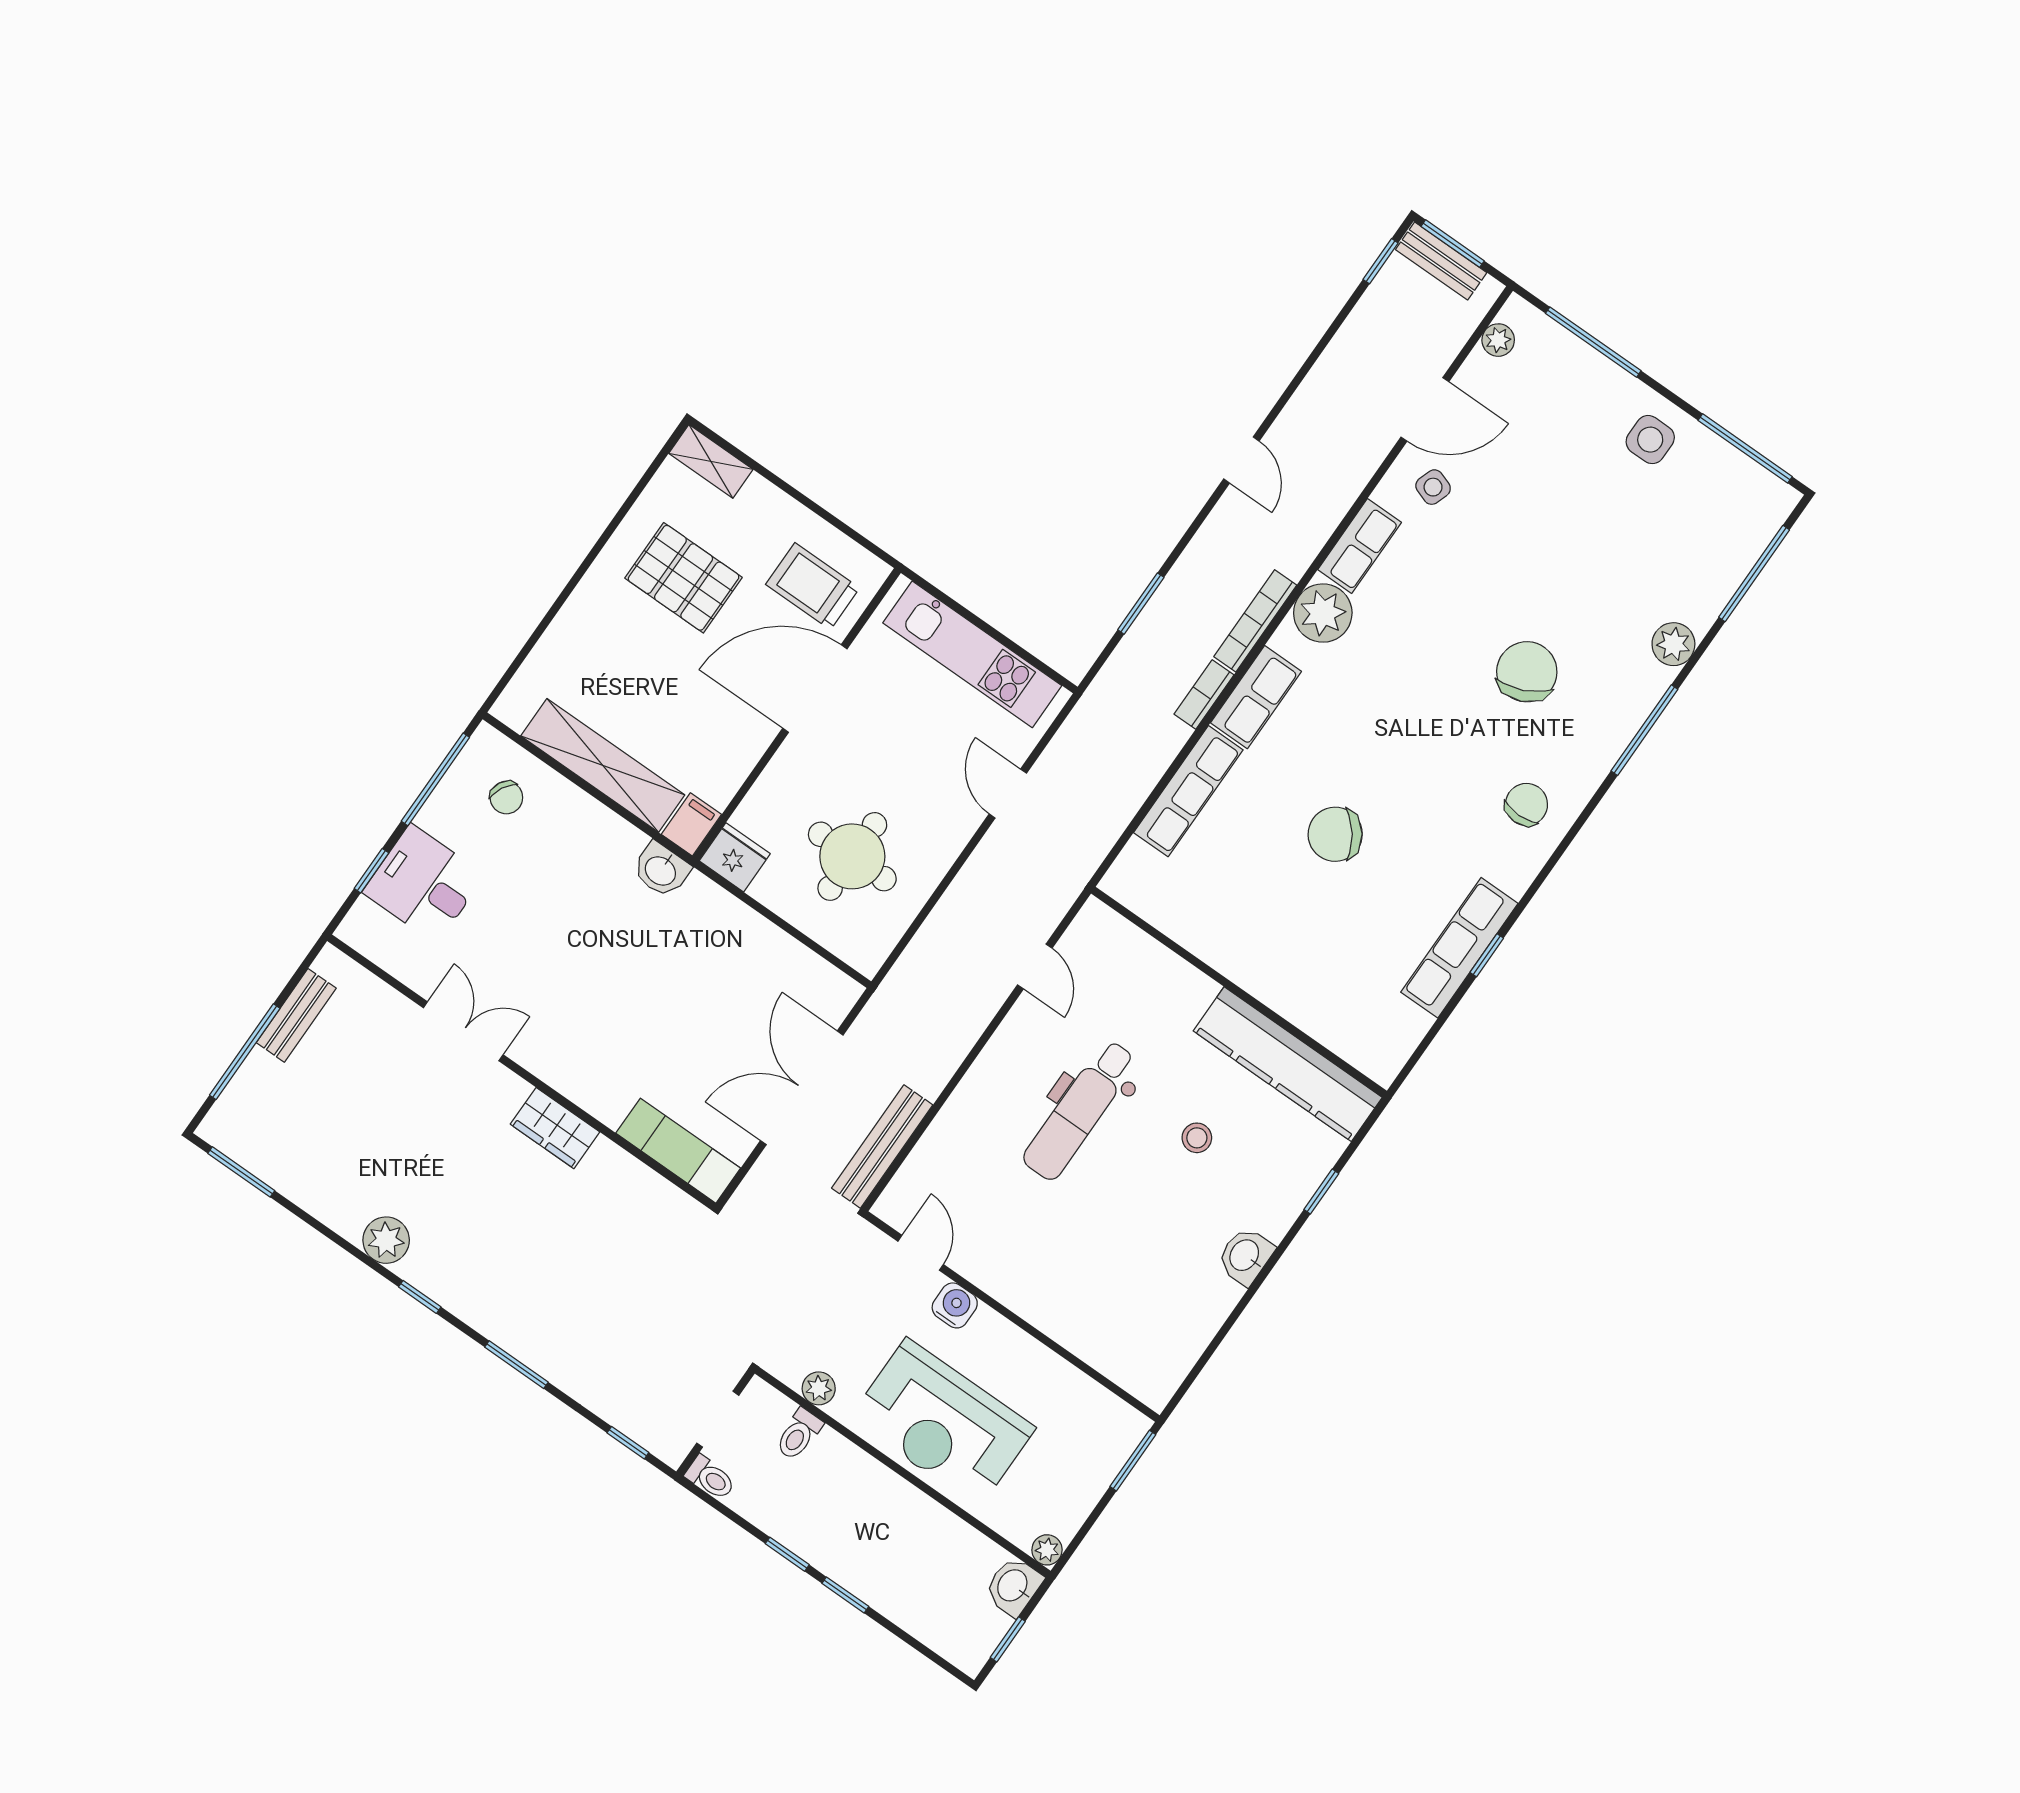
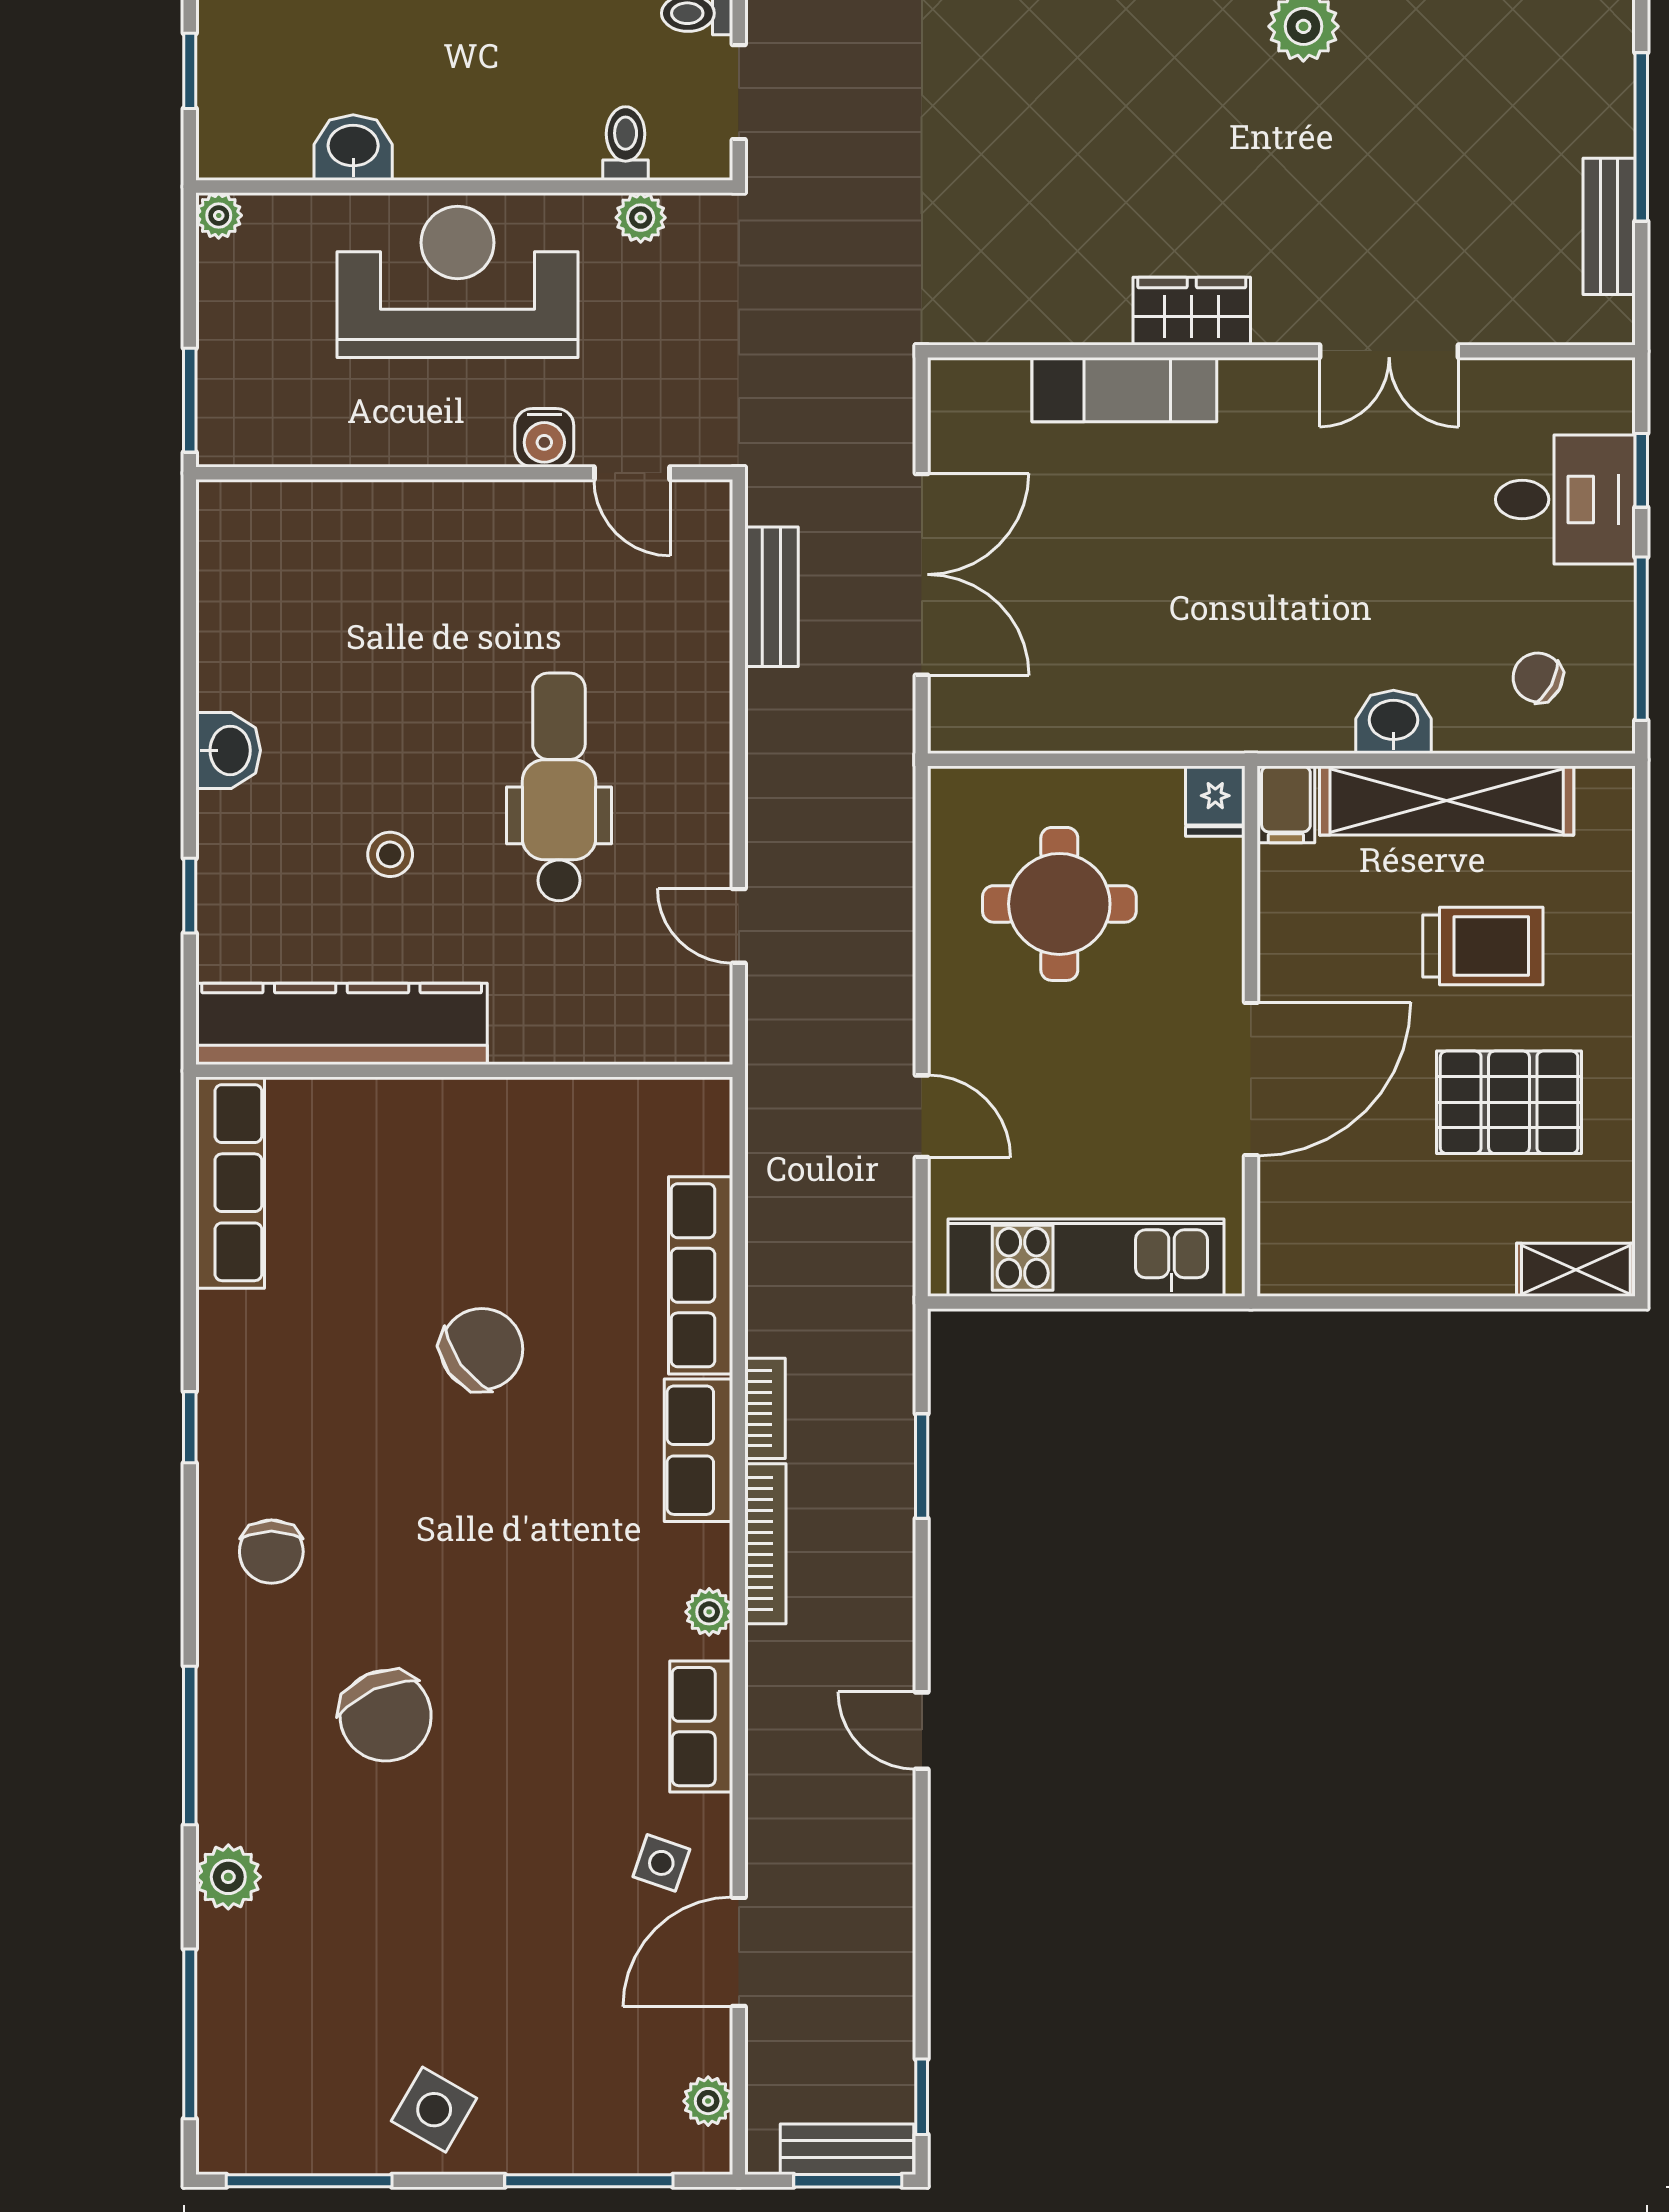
side table: (1650, 440) -> (434, 2110), turned 30
trolley: (813, 586) -> (1483, 946), moved
plant: (1323, 613) -> (709, 1612), width x0.53, depth x0.53
fridge: (735, 857) -> (1215, 801), width x0.72
washbasin: (661, 870) -> (1393, 722), moved
row of seats: (1459, 948) -> (230, 1183), moved
window: (1487, 955) -> (190, 1427), moved
bench: (882, 1147) -> (771, 597), width x0.73
exam couch: (678, 1151) -> (1124, 390), moved
washbasin: (1013, 1586) -> (353, 148), moved, turned -90

